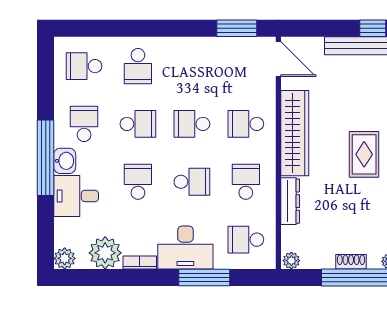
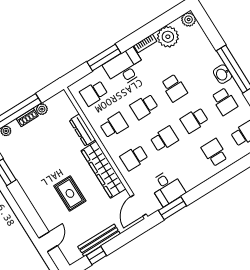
door: (278, 59) -> (138, 205), hinge flipped
school desk: (246, 124) -> (134, 158), turned 180
rug: (364, 154) -> (70, 193), moved
school desk: (246, 182) -> (114, 125), turned -90
desk: (76, 196) -> (167, 188), moved, turned 90
school desk: (246, 240) -> (94, 93), turned 180
plant: (291, 261) -> (42, 109), moved

